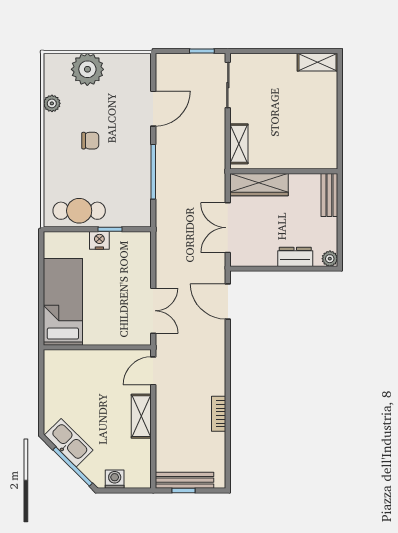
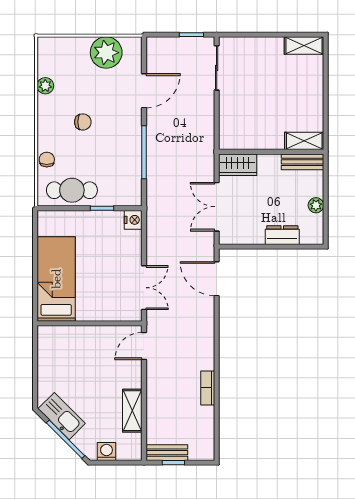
plant: (87, 69) -> (106, 53), moved
shelving: (239, 144) -> (304, 141), moved, turned 90
chair: (53, 179) -> (47, 160), added
wardrobe: (259, 185) -> (238, 165), width x0.67
bench: (329, 195) -> (303, 162), moved, turned 90
nightstand: (99, 240) -> (133, 220), moved, turned 90
plant: (330, 259) -> (316, 205), moved
shelving: (141, 416) -> (132, 411), moved
bench: (184, 480) -> (167, 453), width x0.73

